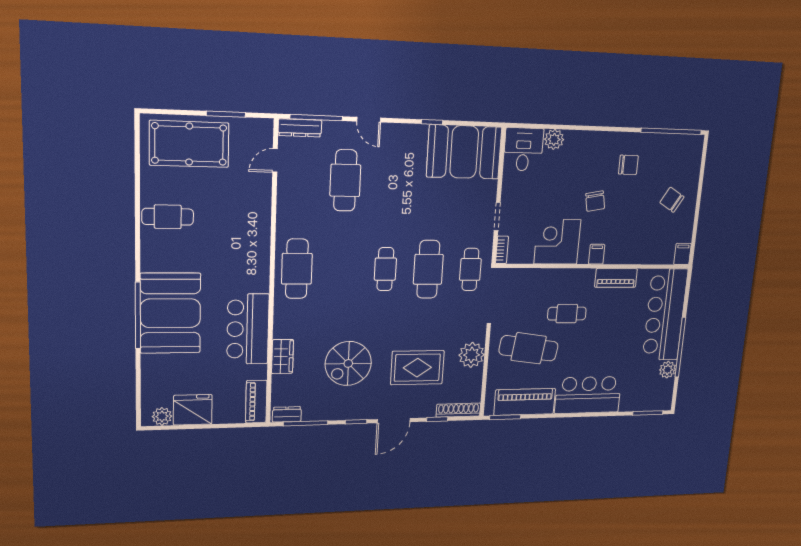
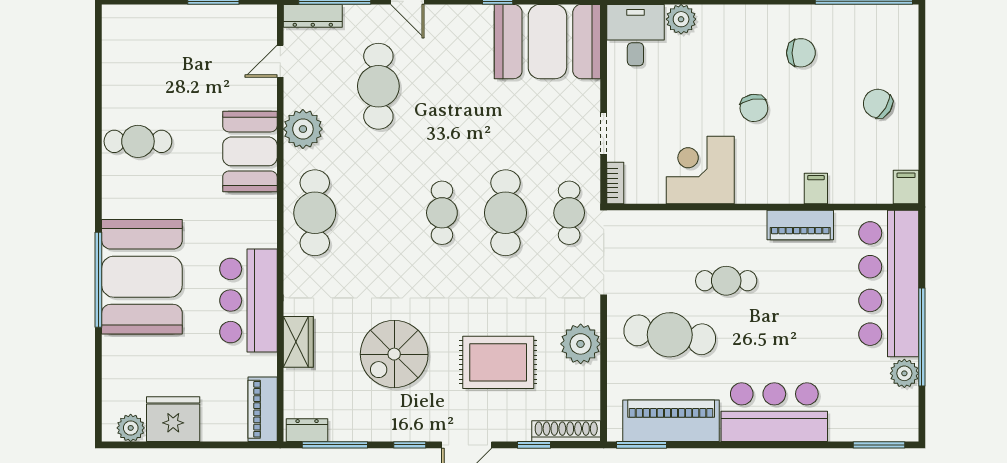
pool table: (189, 144) -> (166, 43), removed
plant: (290, 210) -> (303, 129), added
booth: (251, 225) -> (250, 151), added
filing cabinet: (597, 254) -> (816, 188), moved

